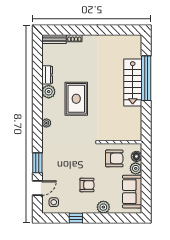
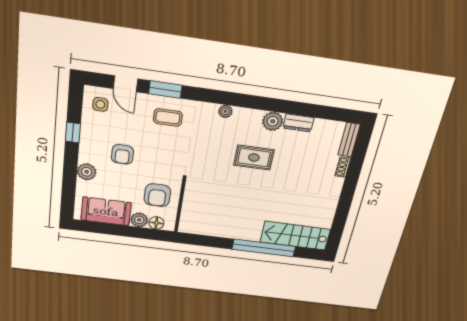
stairs: (133, 83) -> (295, 236), moved
rug: (76, 99) -> (254, 158), width x0.73, depth x0.70
coffee table: (56, 159) -> (168, 117), added

